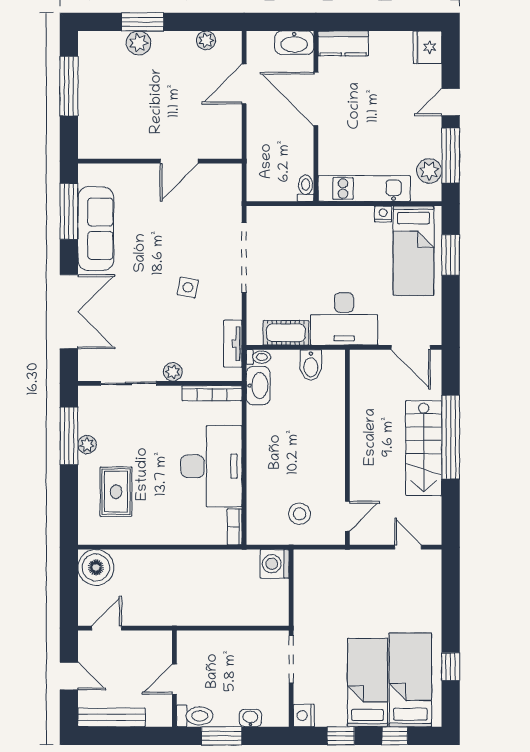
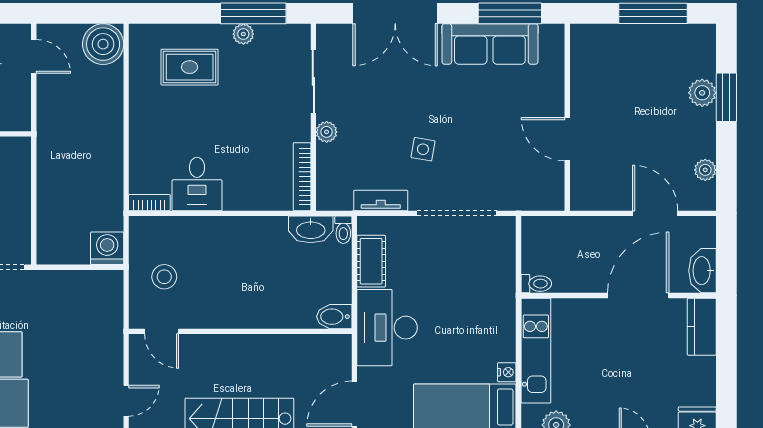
tv unit: (233, 344) -> (381, 201), moved
bidet: (311, 365) -> (334, 317), moved
desk: (211, 466) -> (197, 184), width x0.53, depth x0.77

